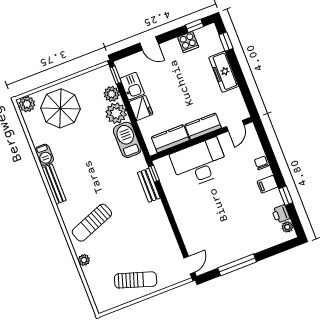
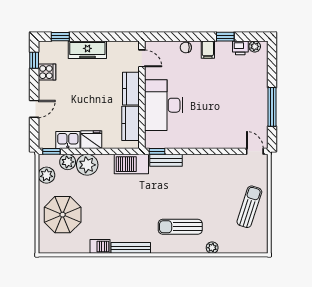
plant: (27, 104) -> (47, 175), moved
barbecue: (127, 140) -> (131, 164), moved
sun lounger: (92, 223) -> (180, 227), turned 111

